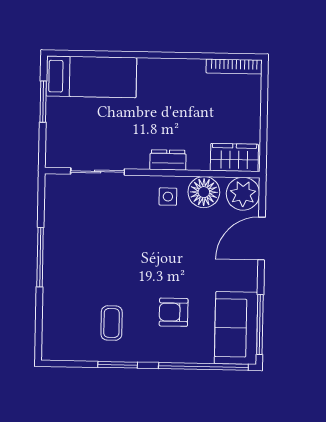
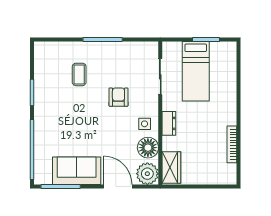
bookcase: (234, 66) -> (232, 144), moved
bed: (91, 77) -> (196, 71), moved
armchair: (174, 312) -> (118, 97), moved
coffee table: (112, 323) -> (79, 74), moved, turned 90
sofa: (236, 328) -> (77, 171), moved

